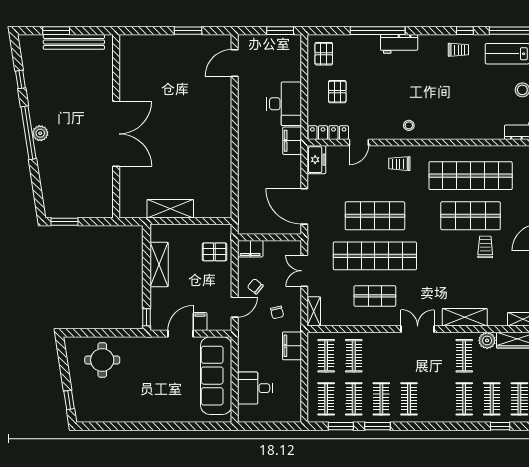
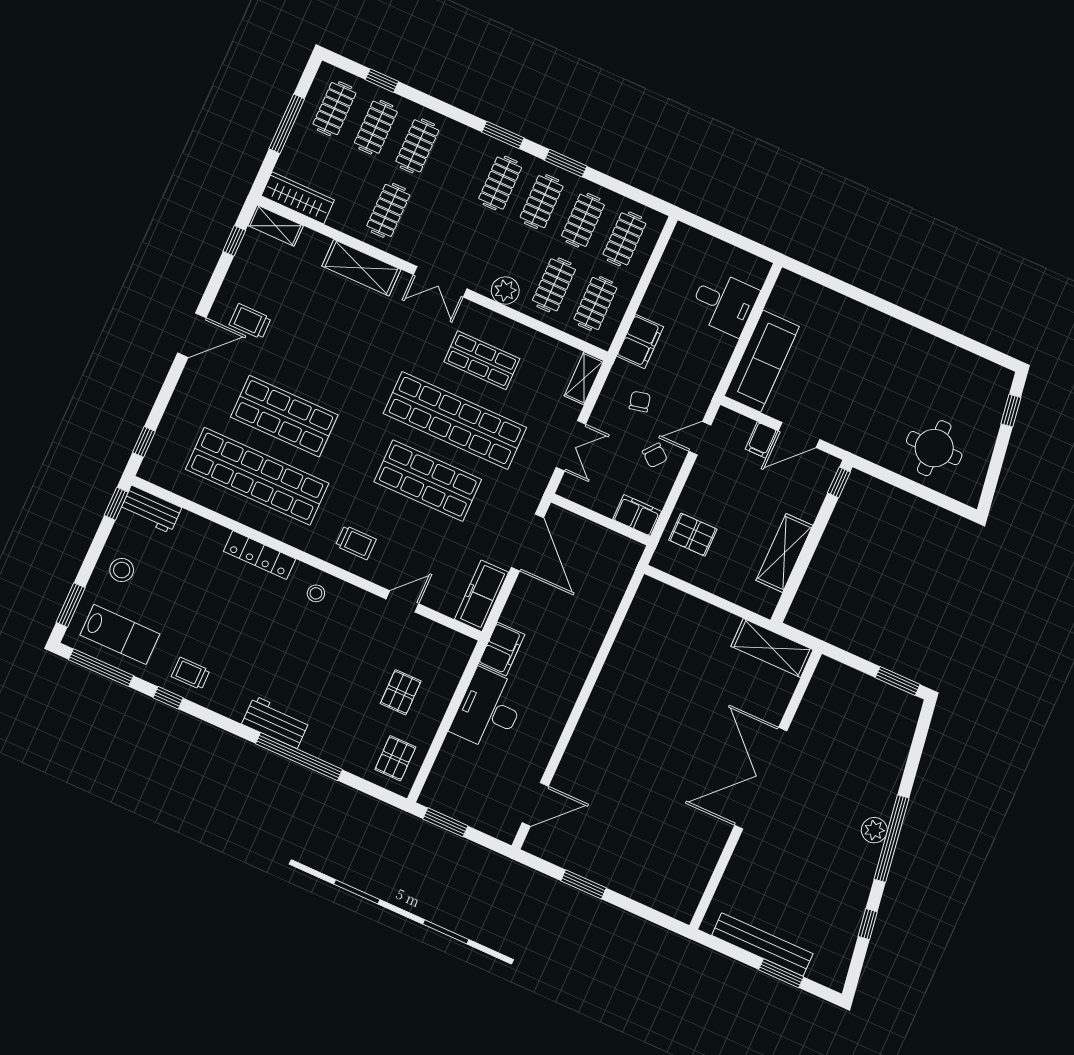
locker: (328, 133) -> (260, 555), moved
freezer: (316, 160) -> (482, 596), width x1.40
shelving: (170, 209) -> (772, 648), moved
trolley: (485, 247) -> (250, 321), moved, turned 89
plant: (487, 340) -> (505, 291), moved
sofa: (216, 376) -> (762, 361), width x0.74, depth x0.79
window: (341, 426) -> (503, 135), moved

